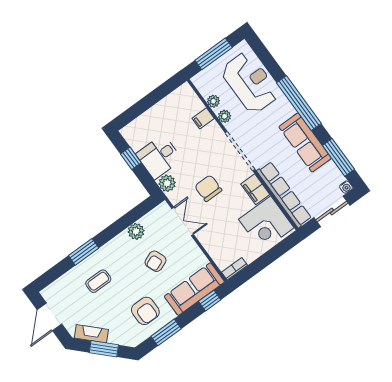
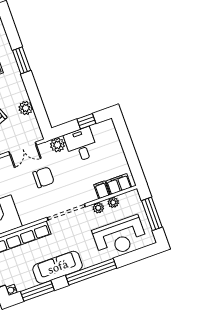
filing cabinet: (255, 189) -> (119, 184), moved

